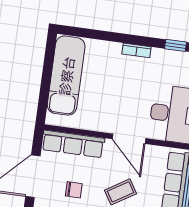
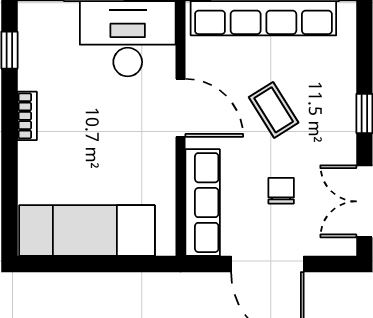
door: (129, 139) -> (180, 108), hinge flipped

